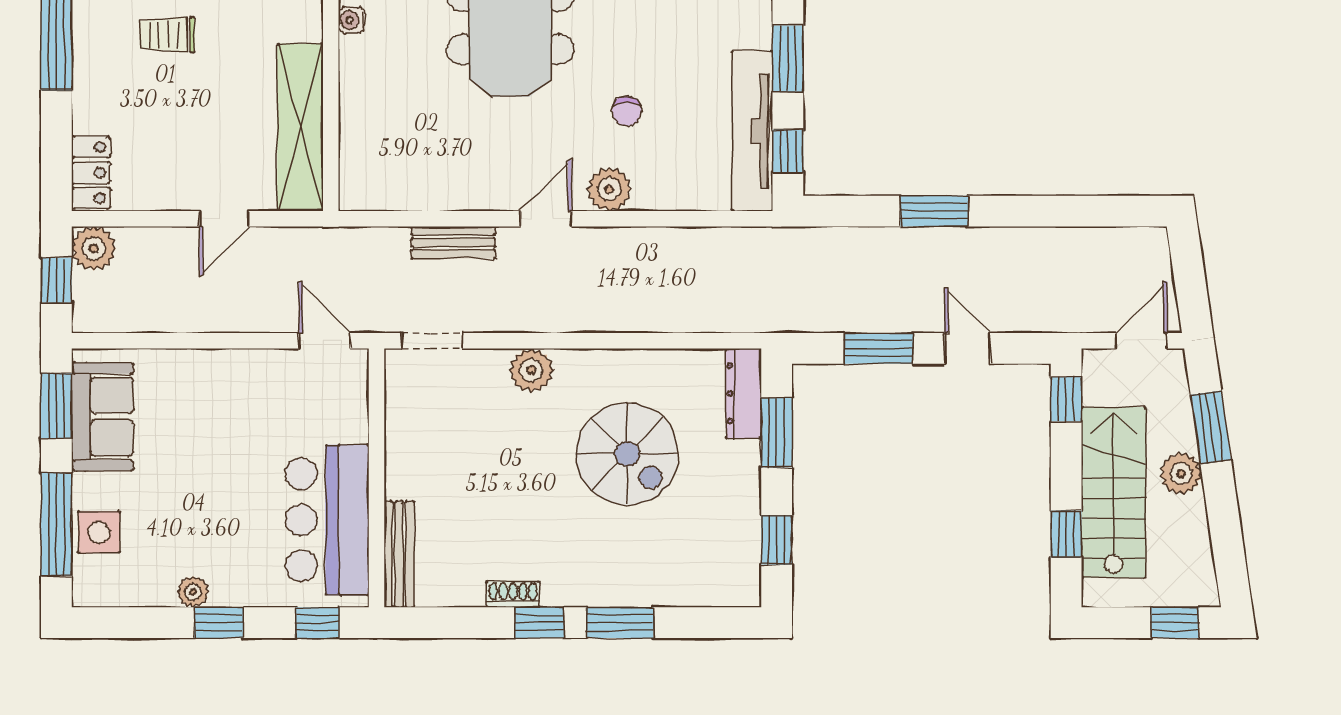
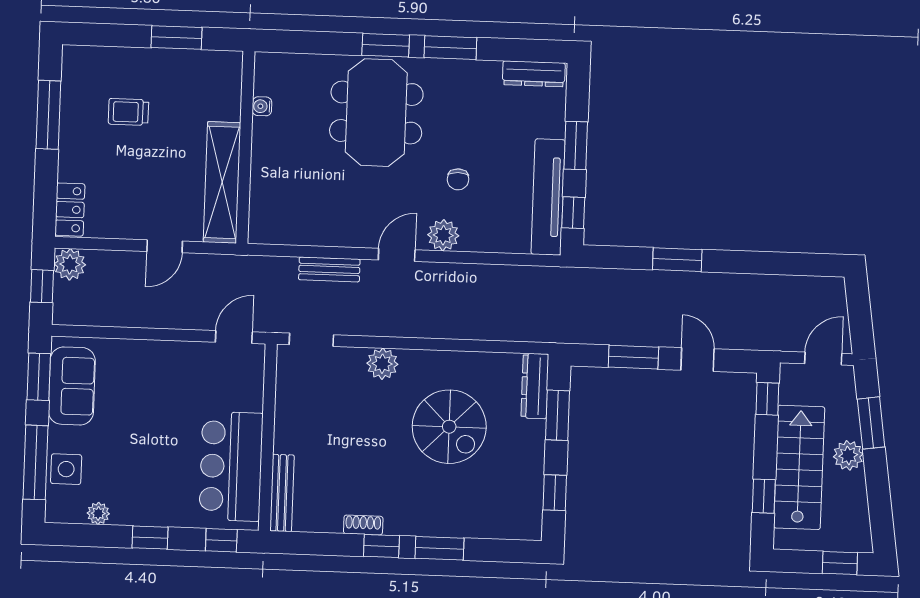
door: (324, 341) -> (234, 337), hinge flipped
plant: (193, 592) -> (98, 513), moved

